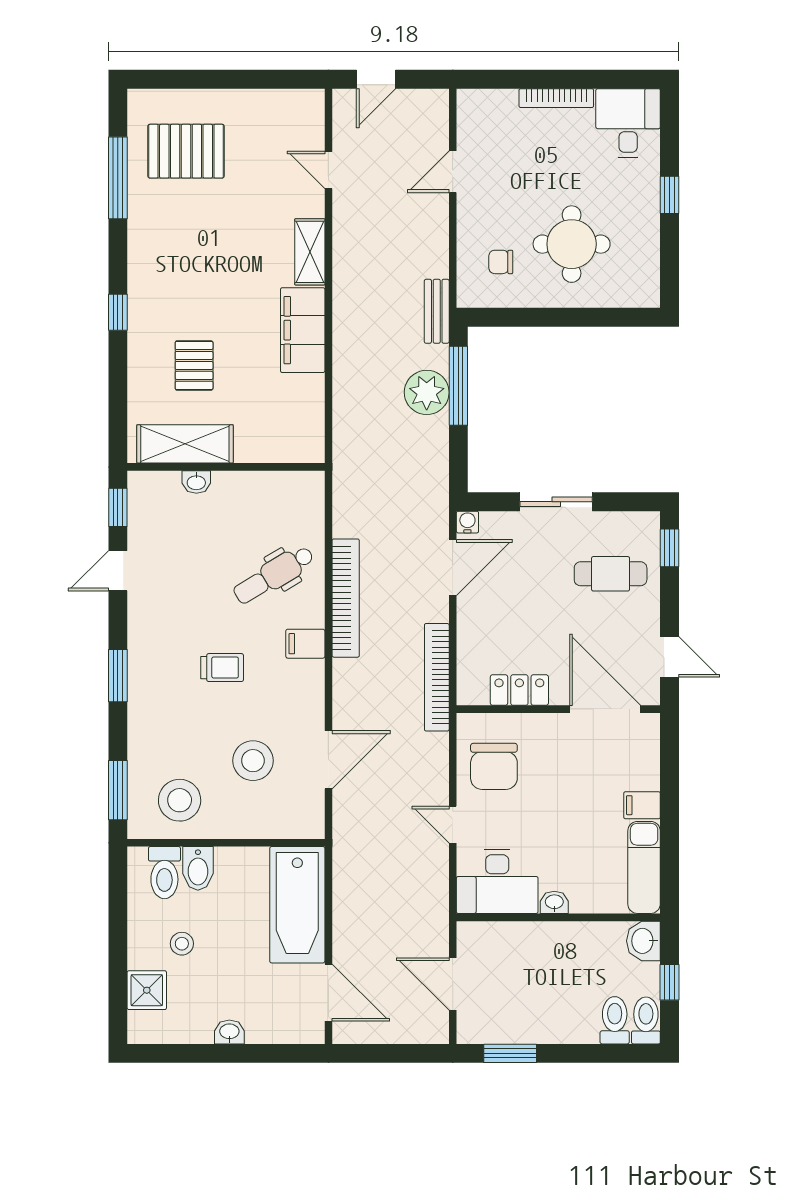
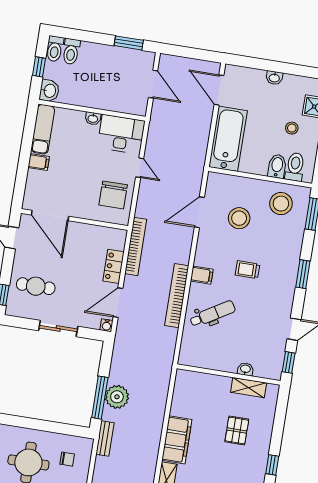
shelving: (185, 444) -> (249, 388), width x0.67, depth x0.75
locker: (519, 690) -> (114, 266), moved, turned 90
chair: (494, 766) -> (113, 195), turned 180

